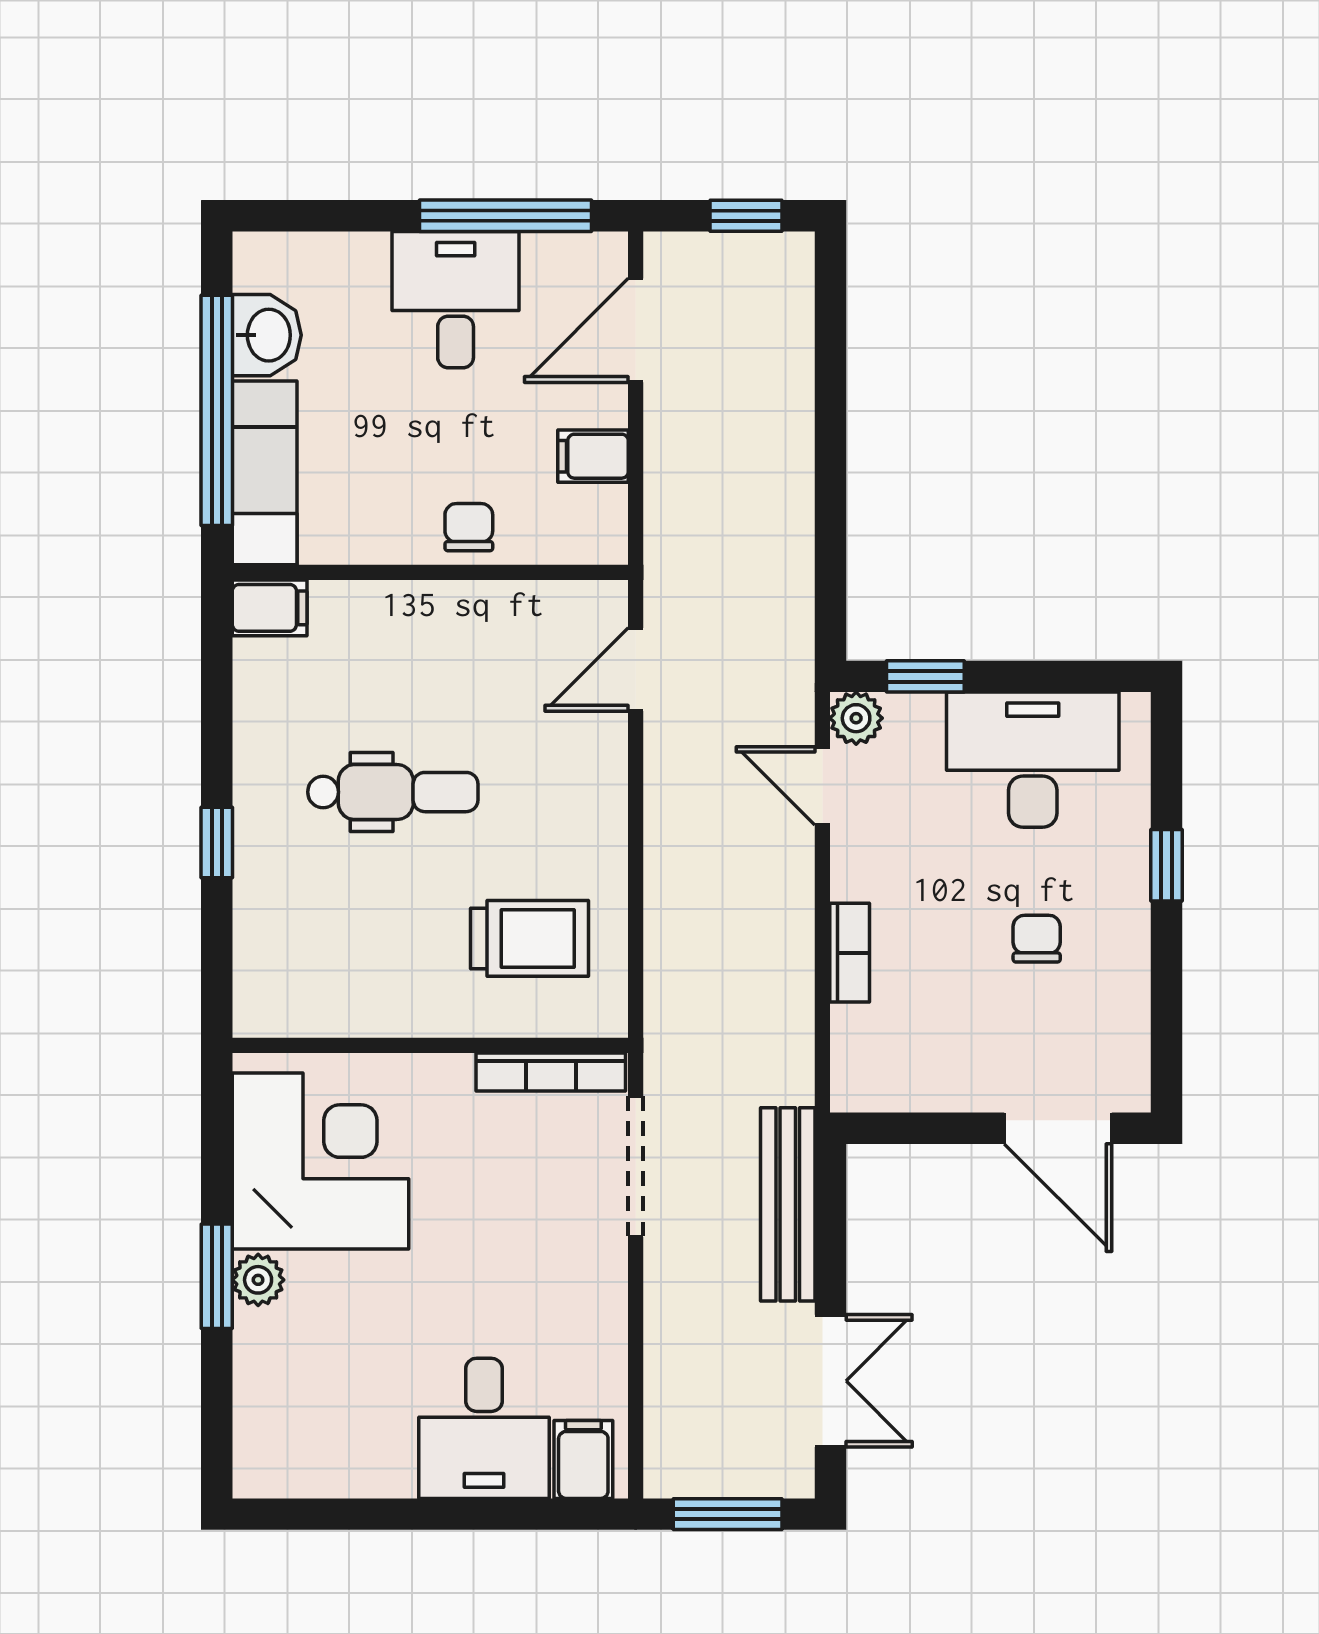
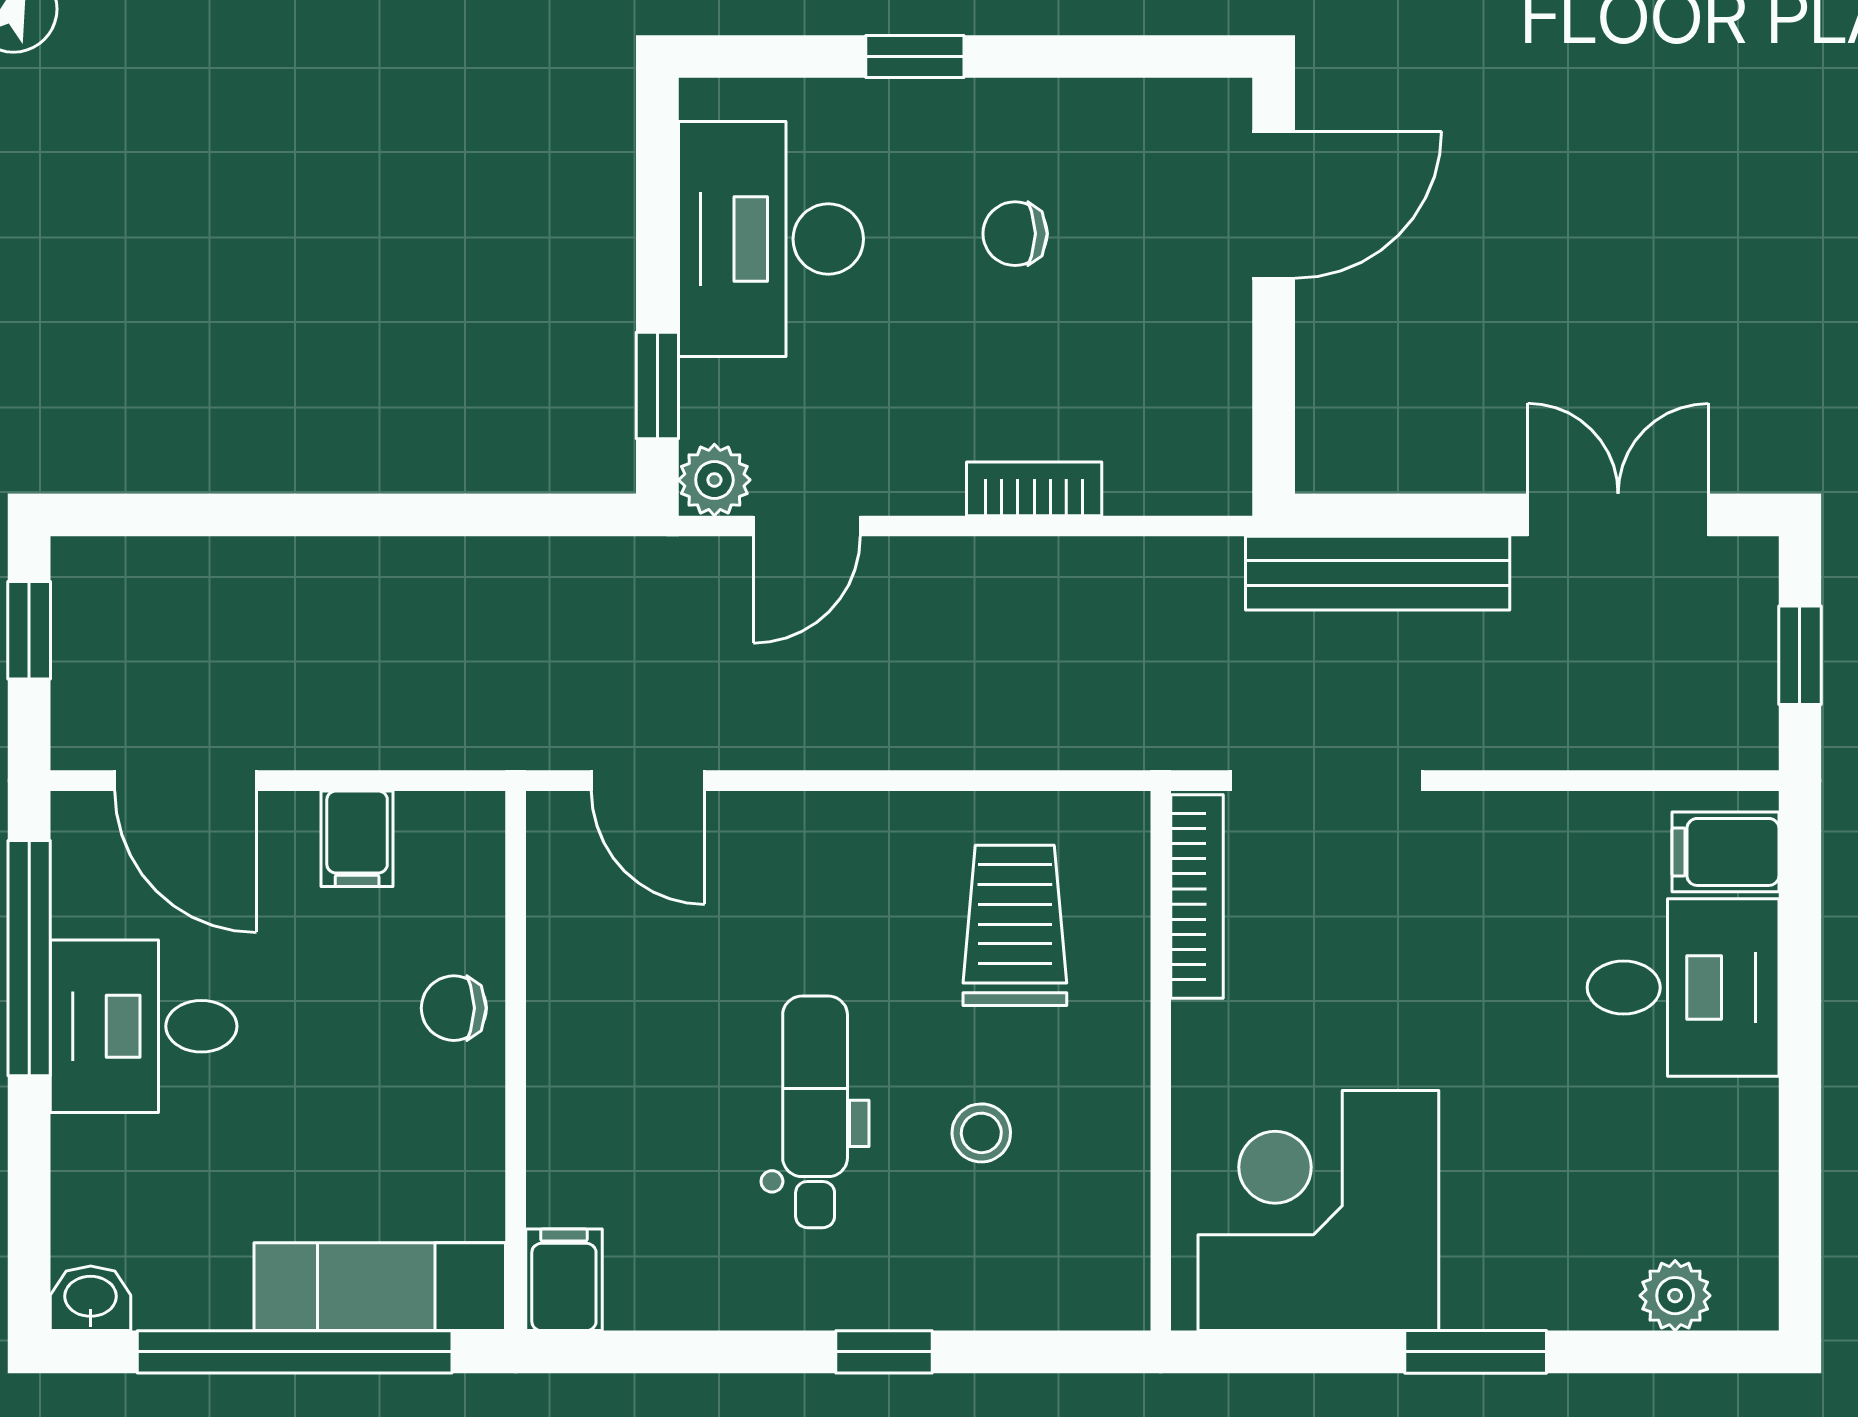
washbasin: (267, 335) -> (91, 1298), moved, width x0.72, depth x0.69
stool: (377, 914) -> (981, 1133), added
plant: (258, 1280) -> (1675, 1296), moved
window: (728, 1514) -> (1800, 655), width x0.67

